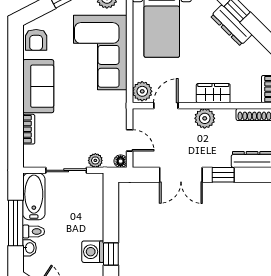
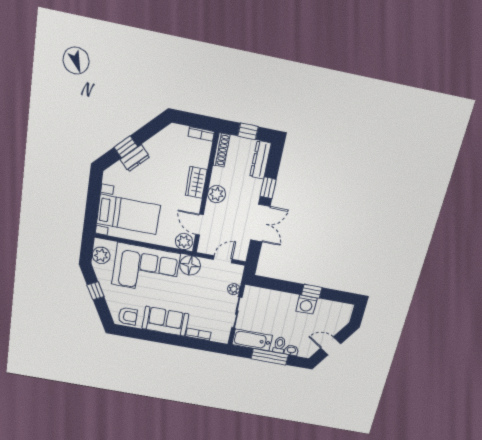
dresser: (231, 25) -> (135, 158), width x0.70
floor lamp: (121, 161) -> (190, 265), moved, width x1.89, depth x1.89

